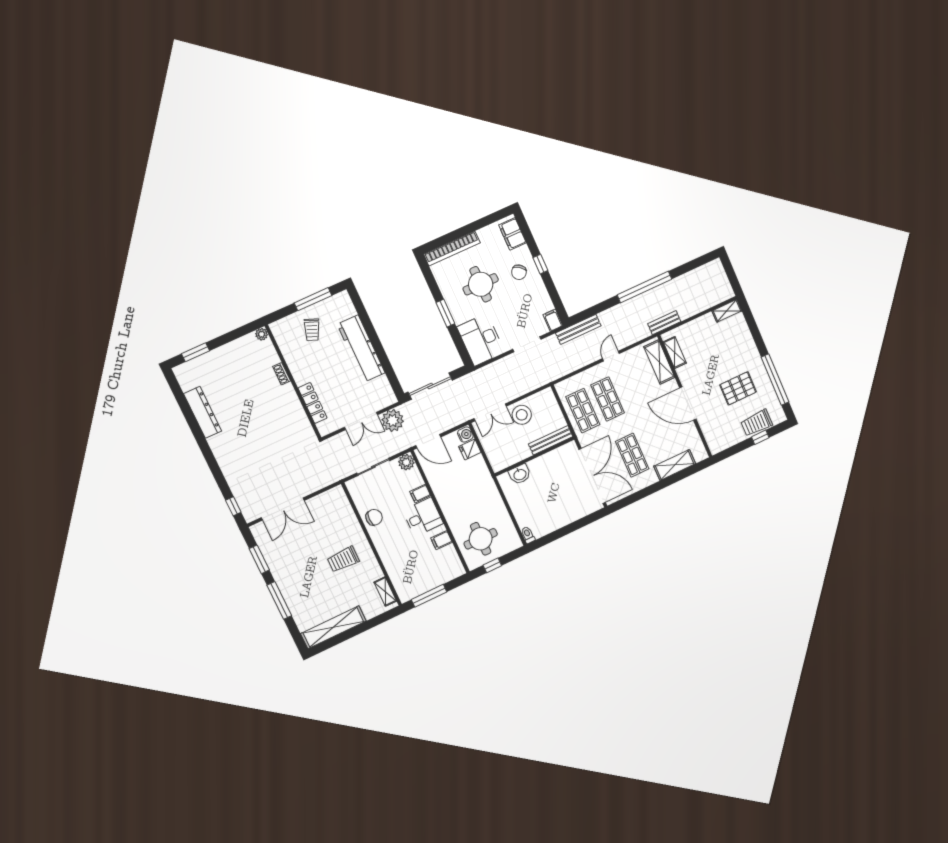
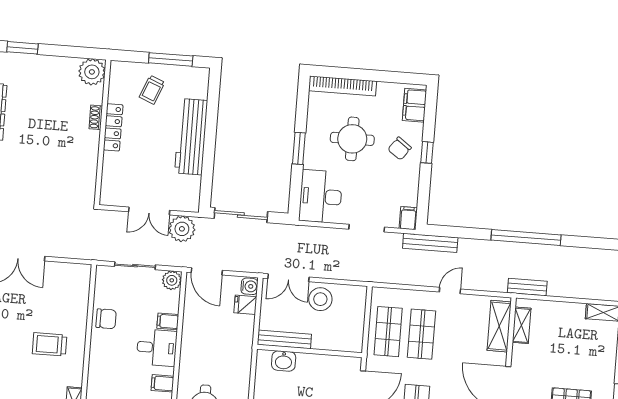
plant: (262, 334) -> (92, 72), width x1.88, depth x1.88
locker: (313, 403) -> (113, 127), moved
bench: (551, 440) -> (284, 339), moved

